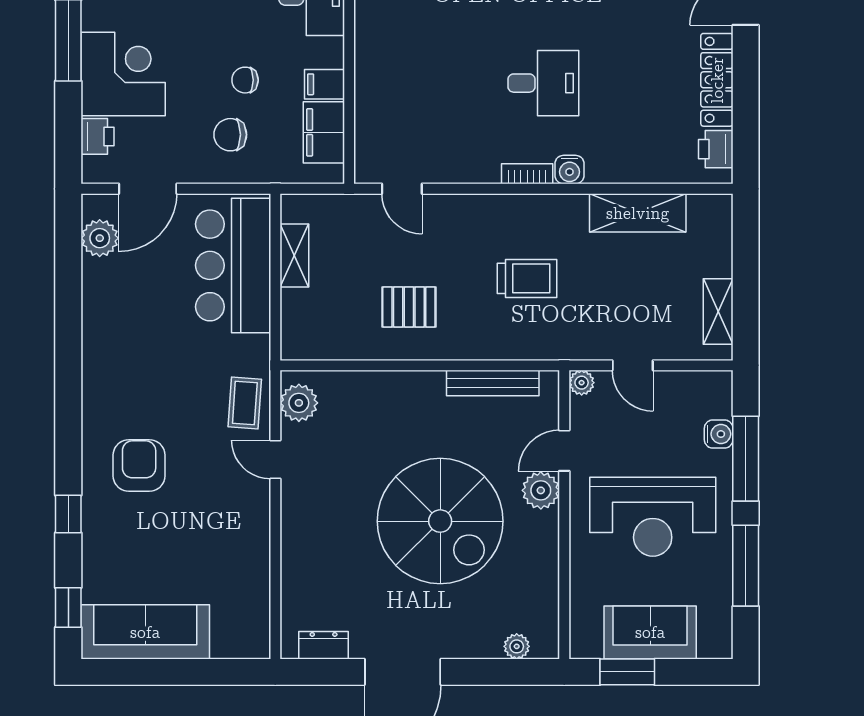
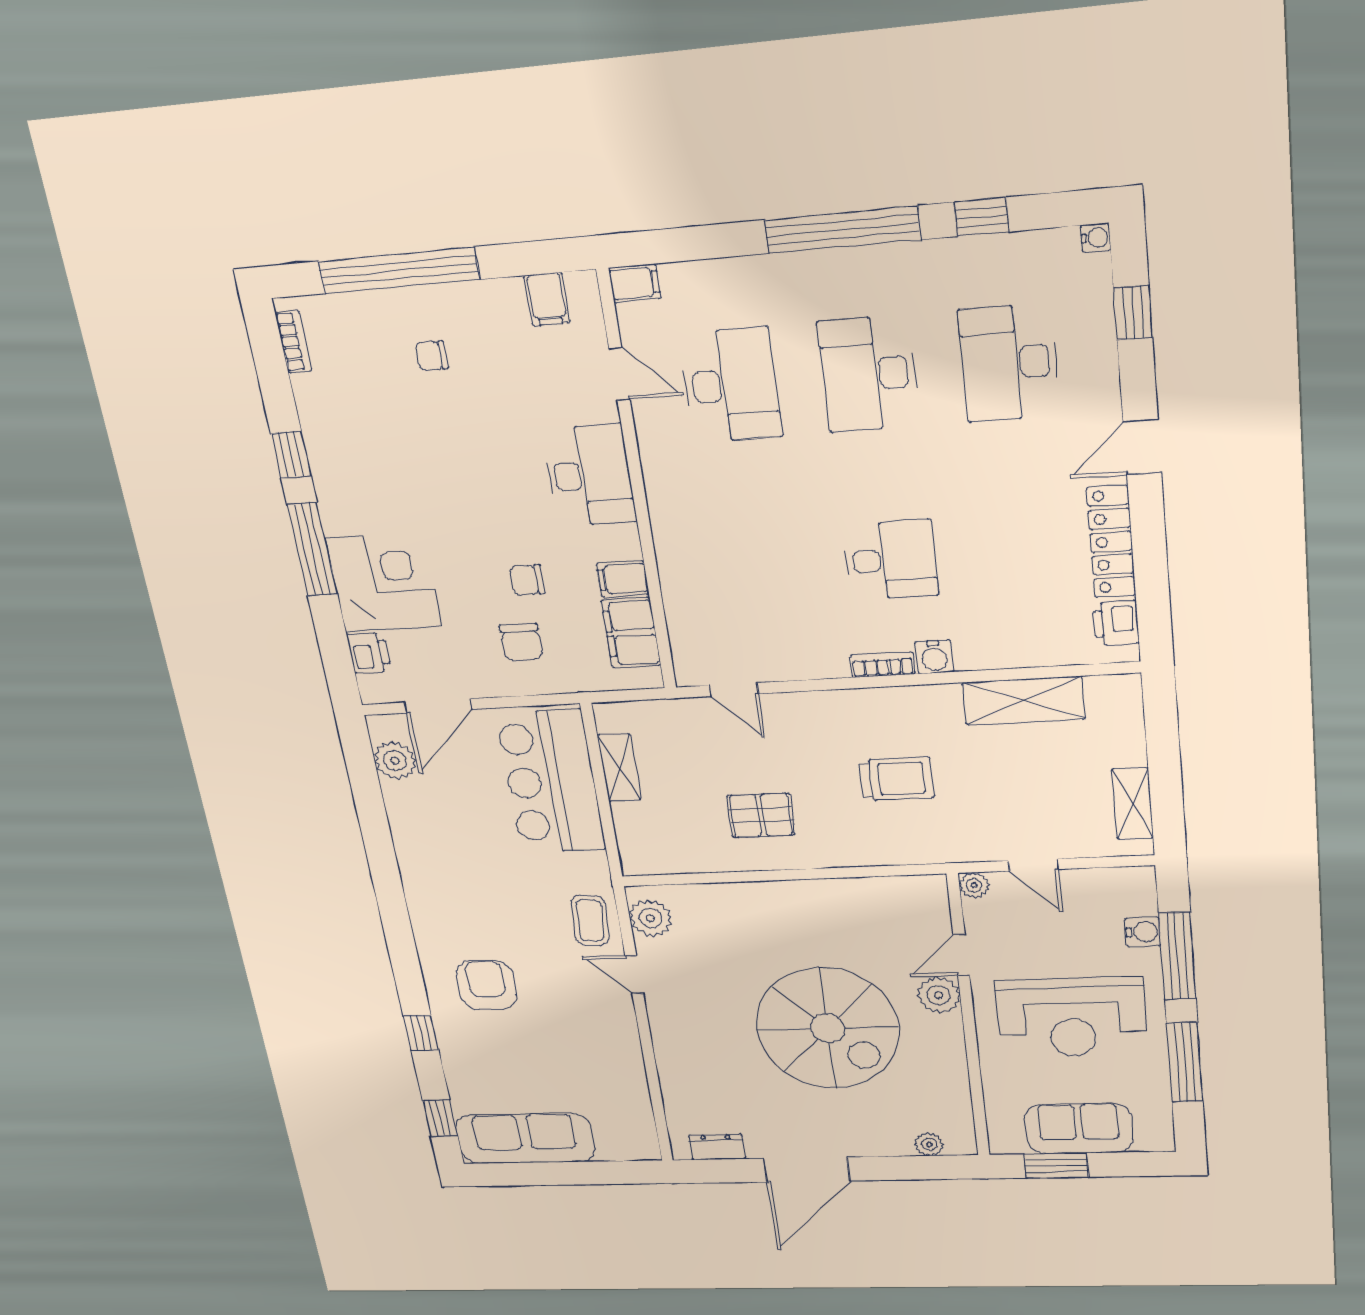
chair: (230, 135) -> (521, 642), turned -90
bench: (493, 383) -> (870, 890), removed

